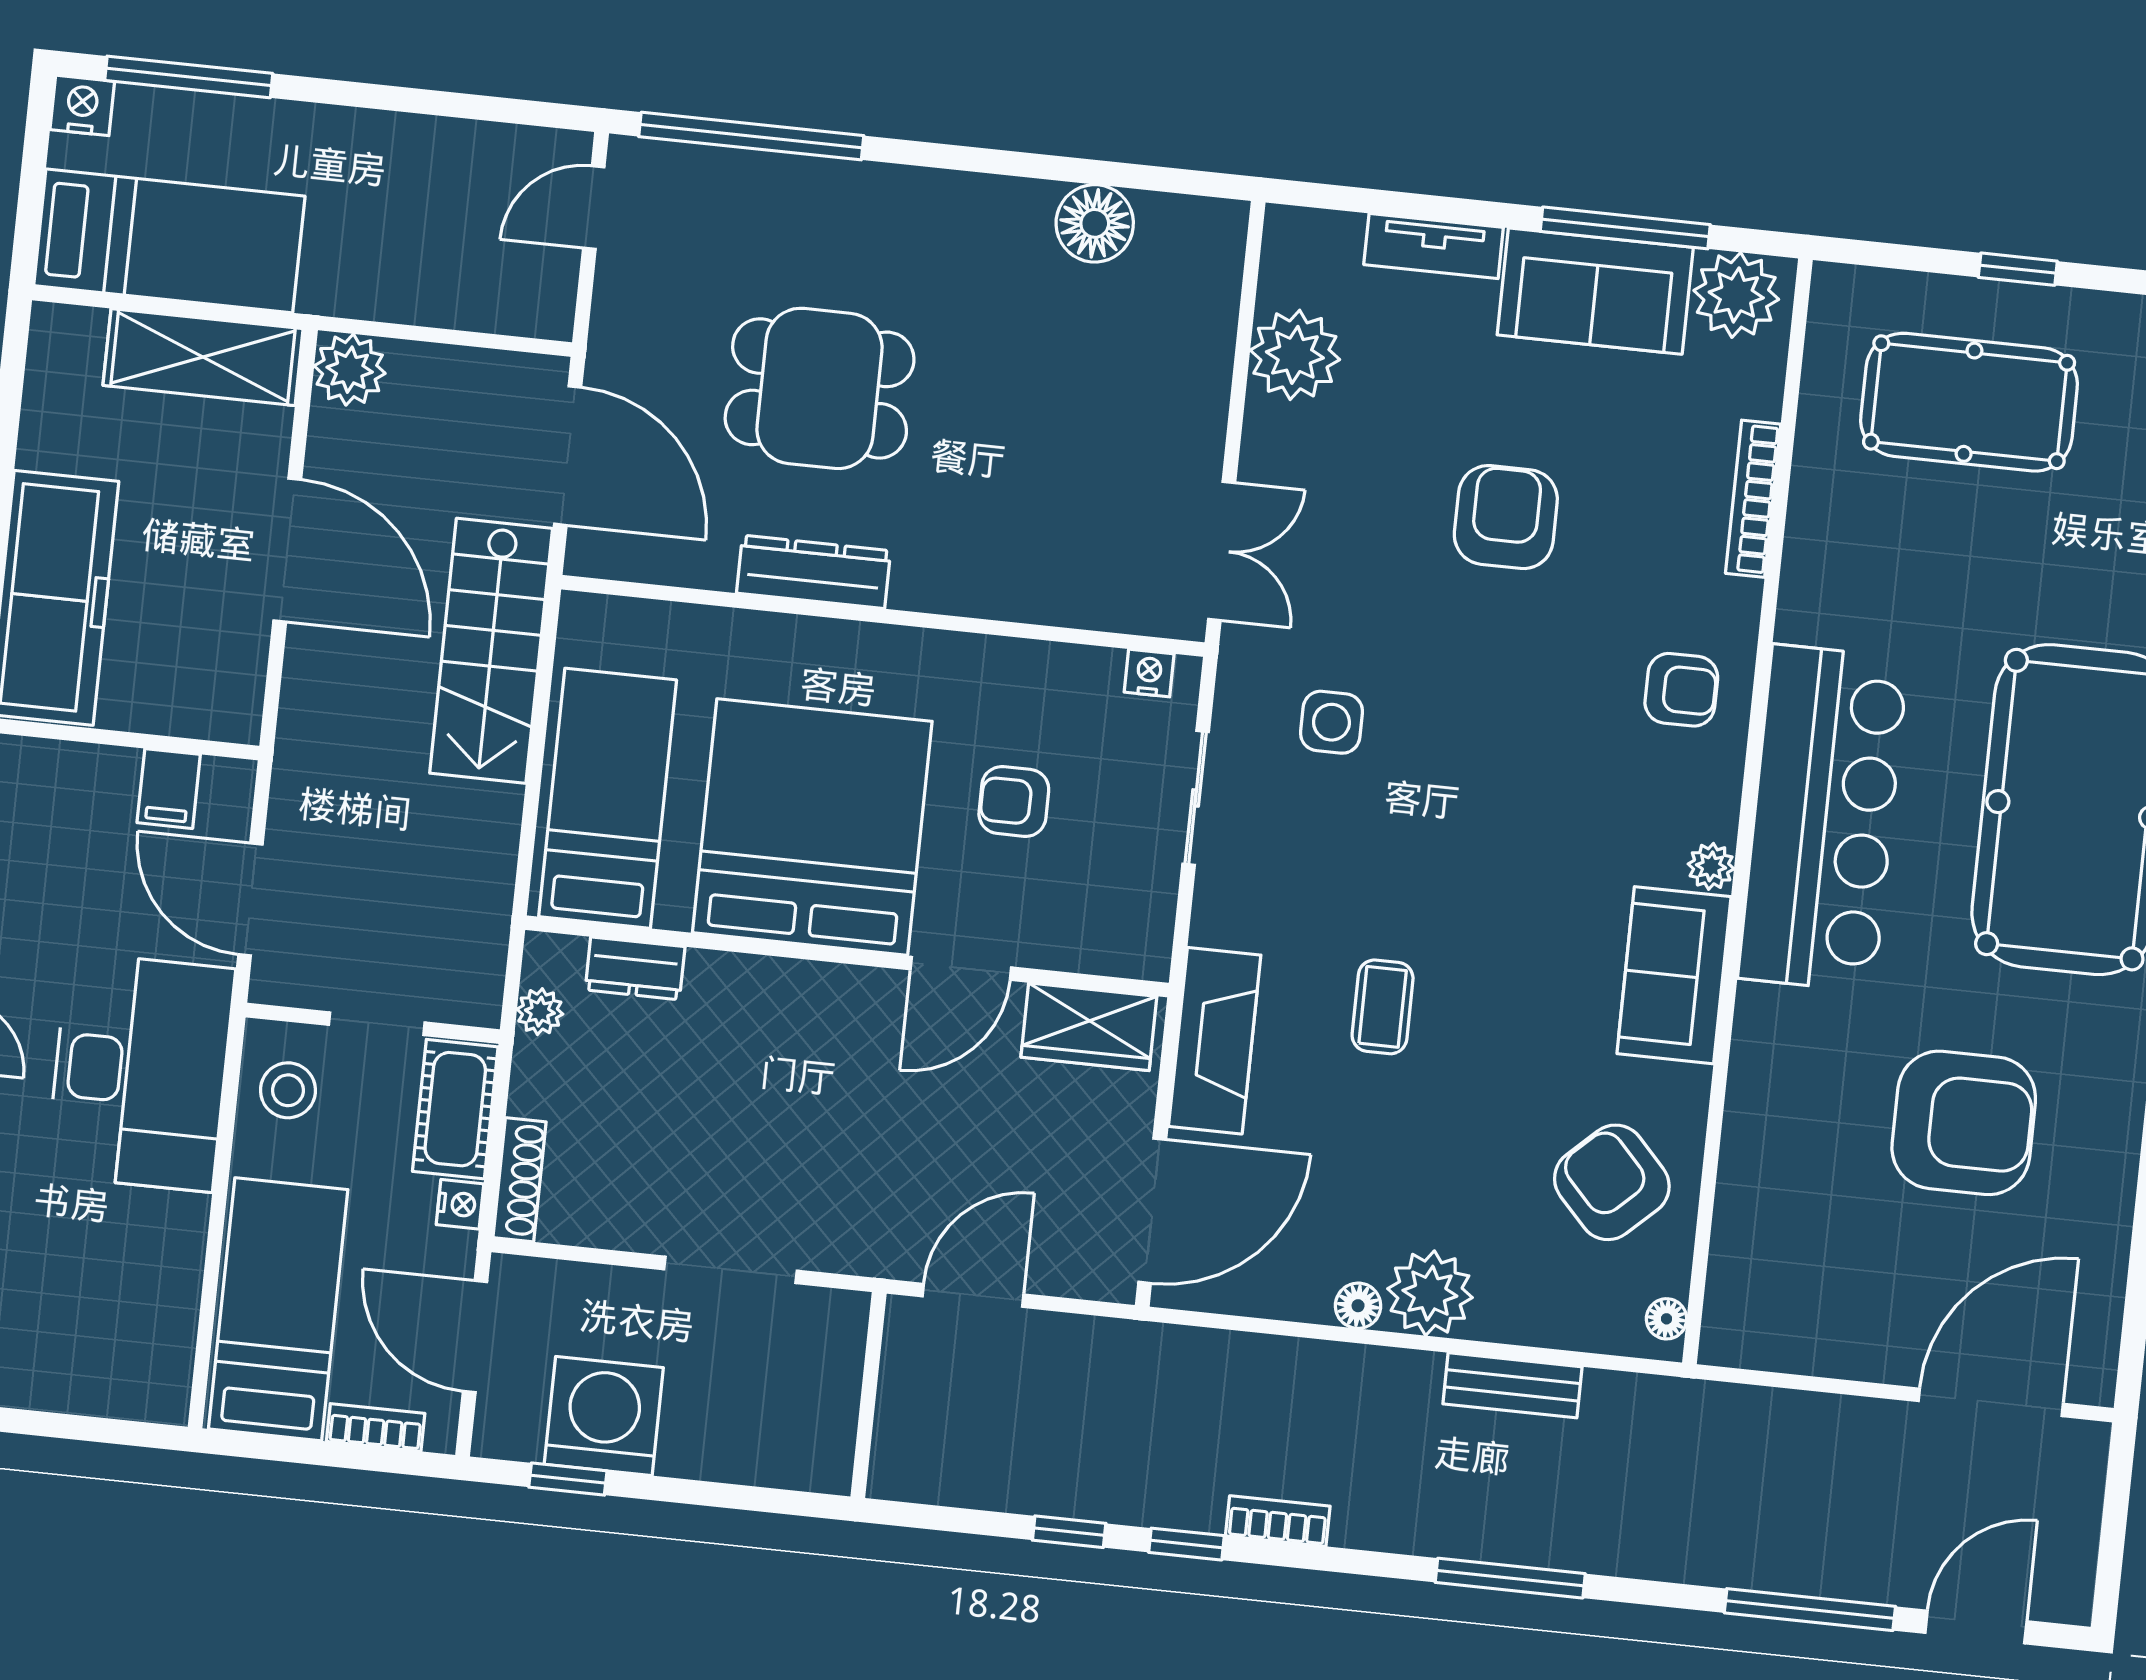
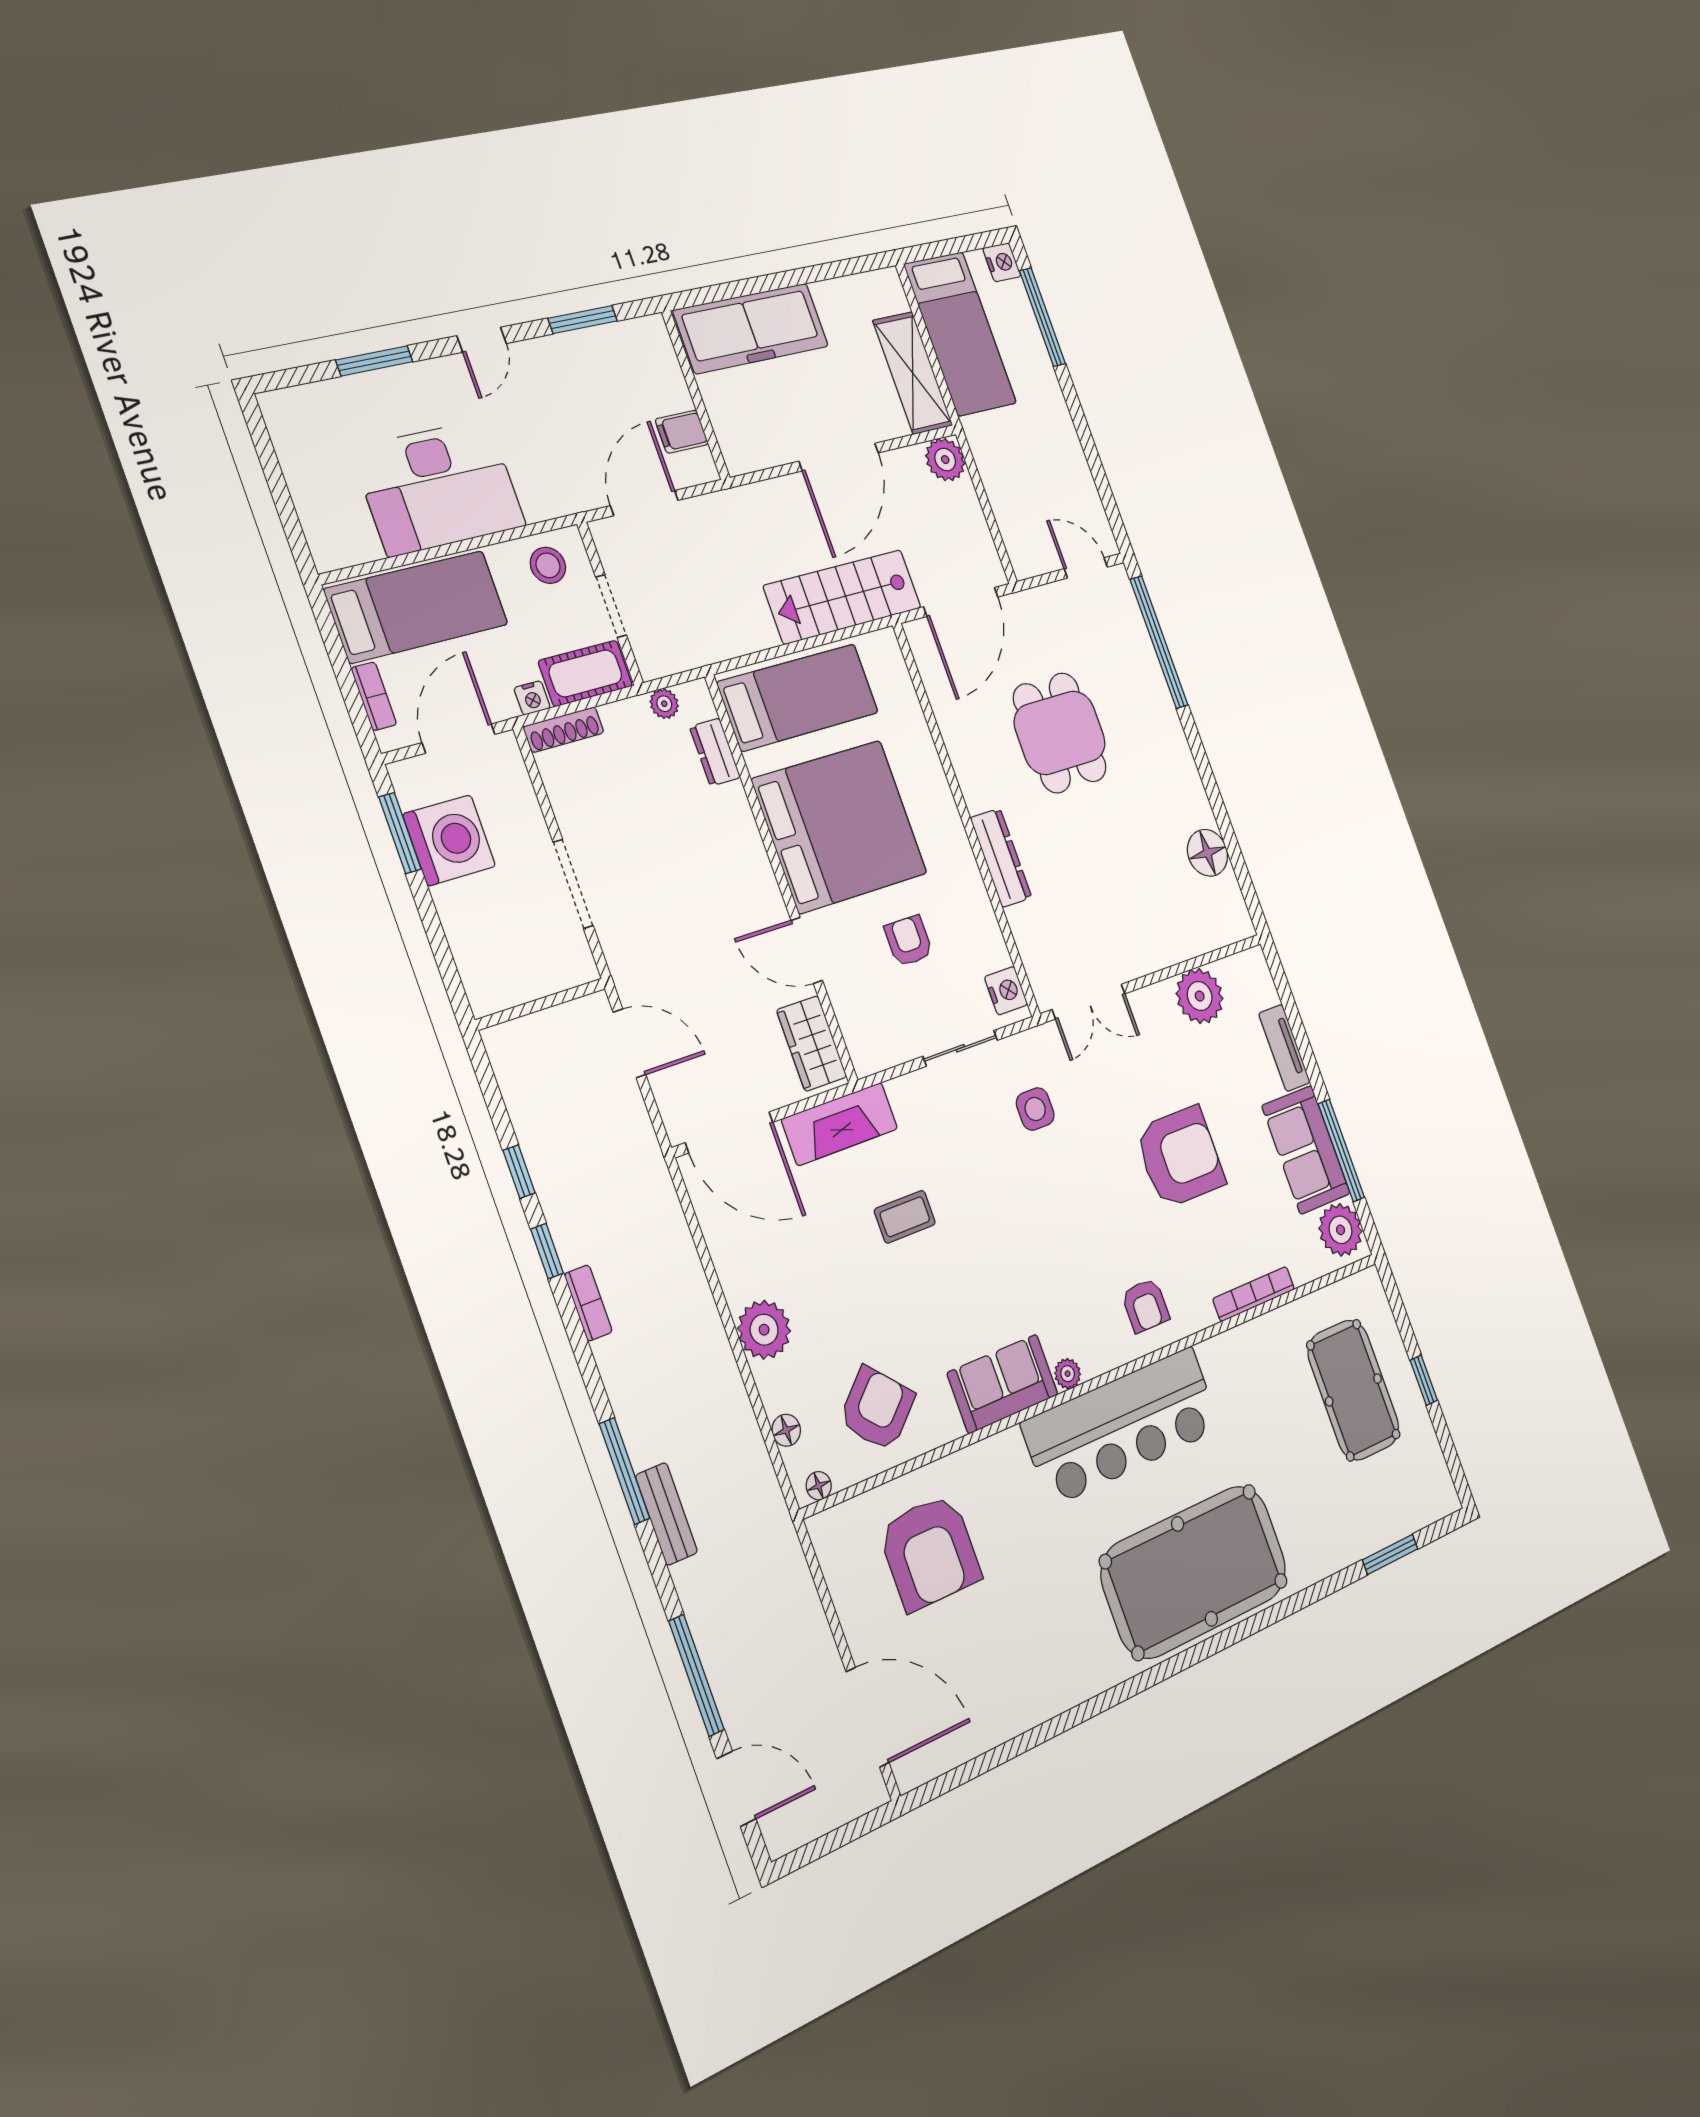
armchair: (1506, 517) -> (1180, 1157), width x1.36, depth x1.36
dresser: (814, 572) -> (1001, 858), moved
nightstand: (1149, 673) -> (1006, 991), width x1.39, depth x1.35
desk: (140, 1072) -> (439, 487), moved
armchair: (1964, 1123) -> (930, 1552), moved
floor lamp: (1358, 1306) -> (786, 1430), moved
bench: (1512, 1385) -> (666, 1514), moved
window: (568, 1479) -> (400, 833), width x1.50

